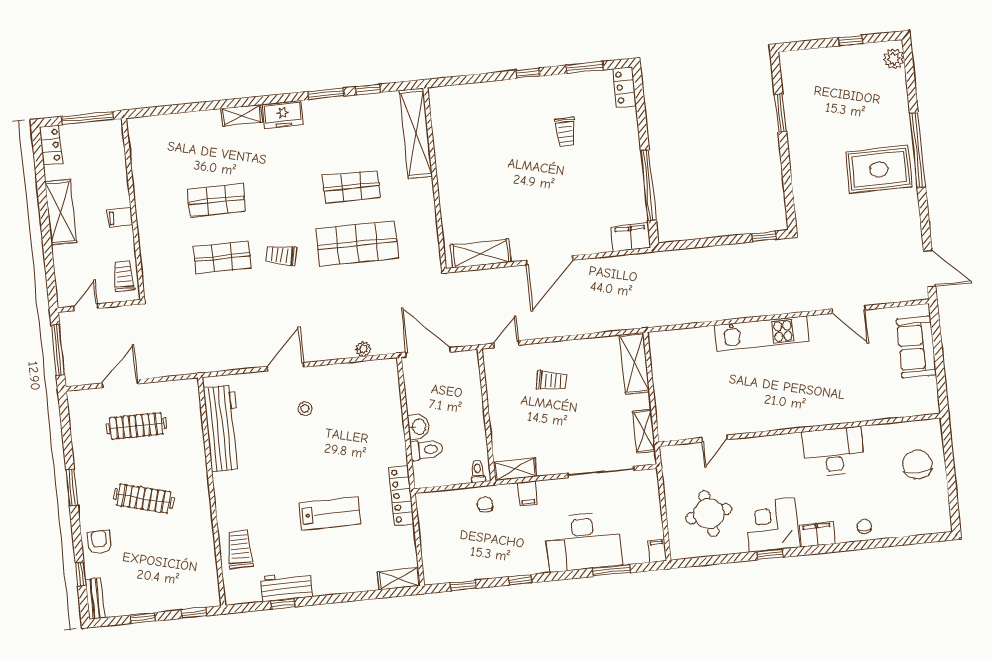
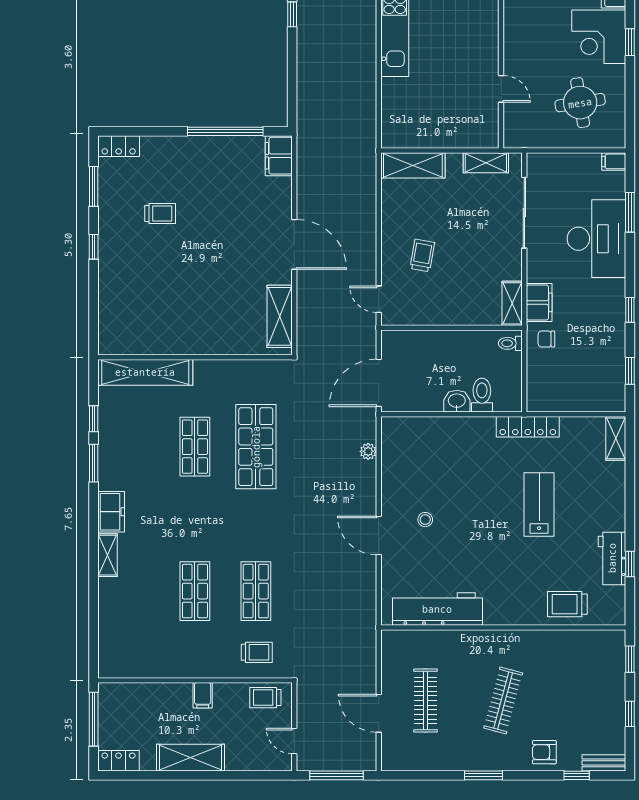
trolley: (281, 255) -> (257, 652), moved, turned -102
filing cabinet: (527, 493) -> (539, 302), width x2.00

